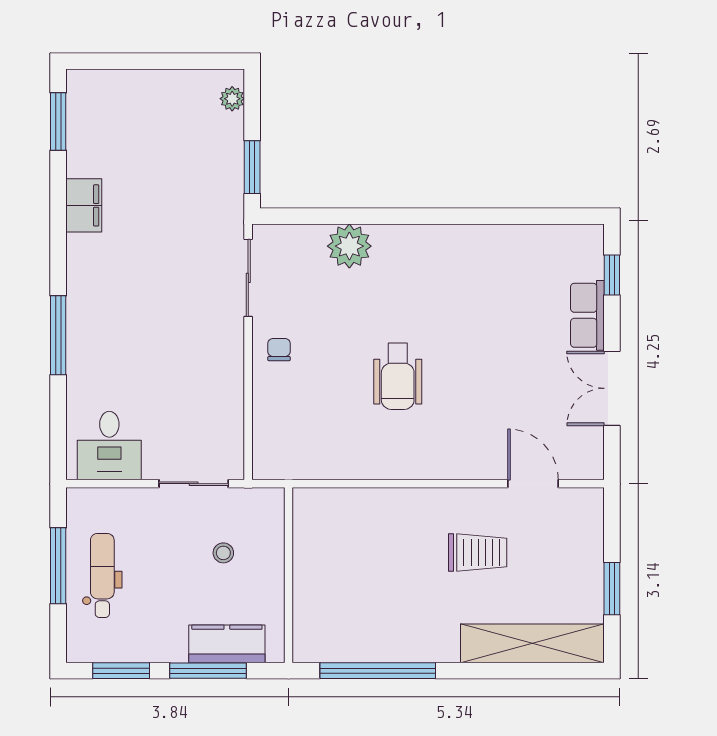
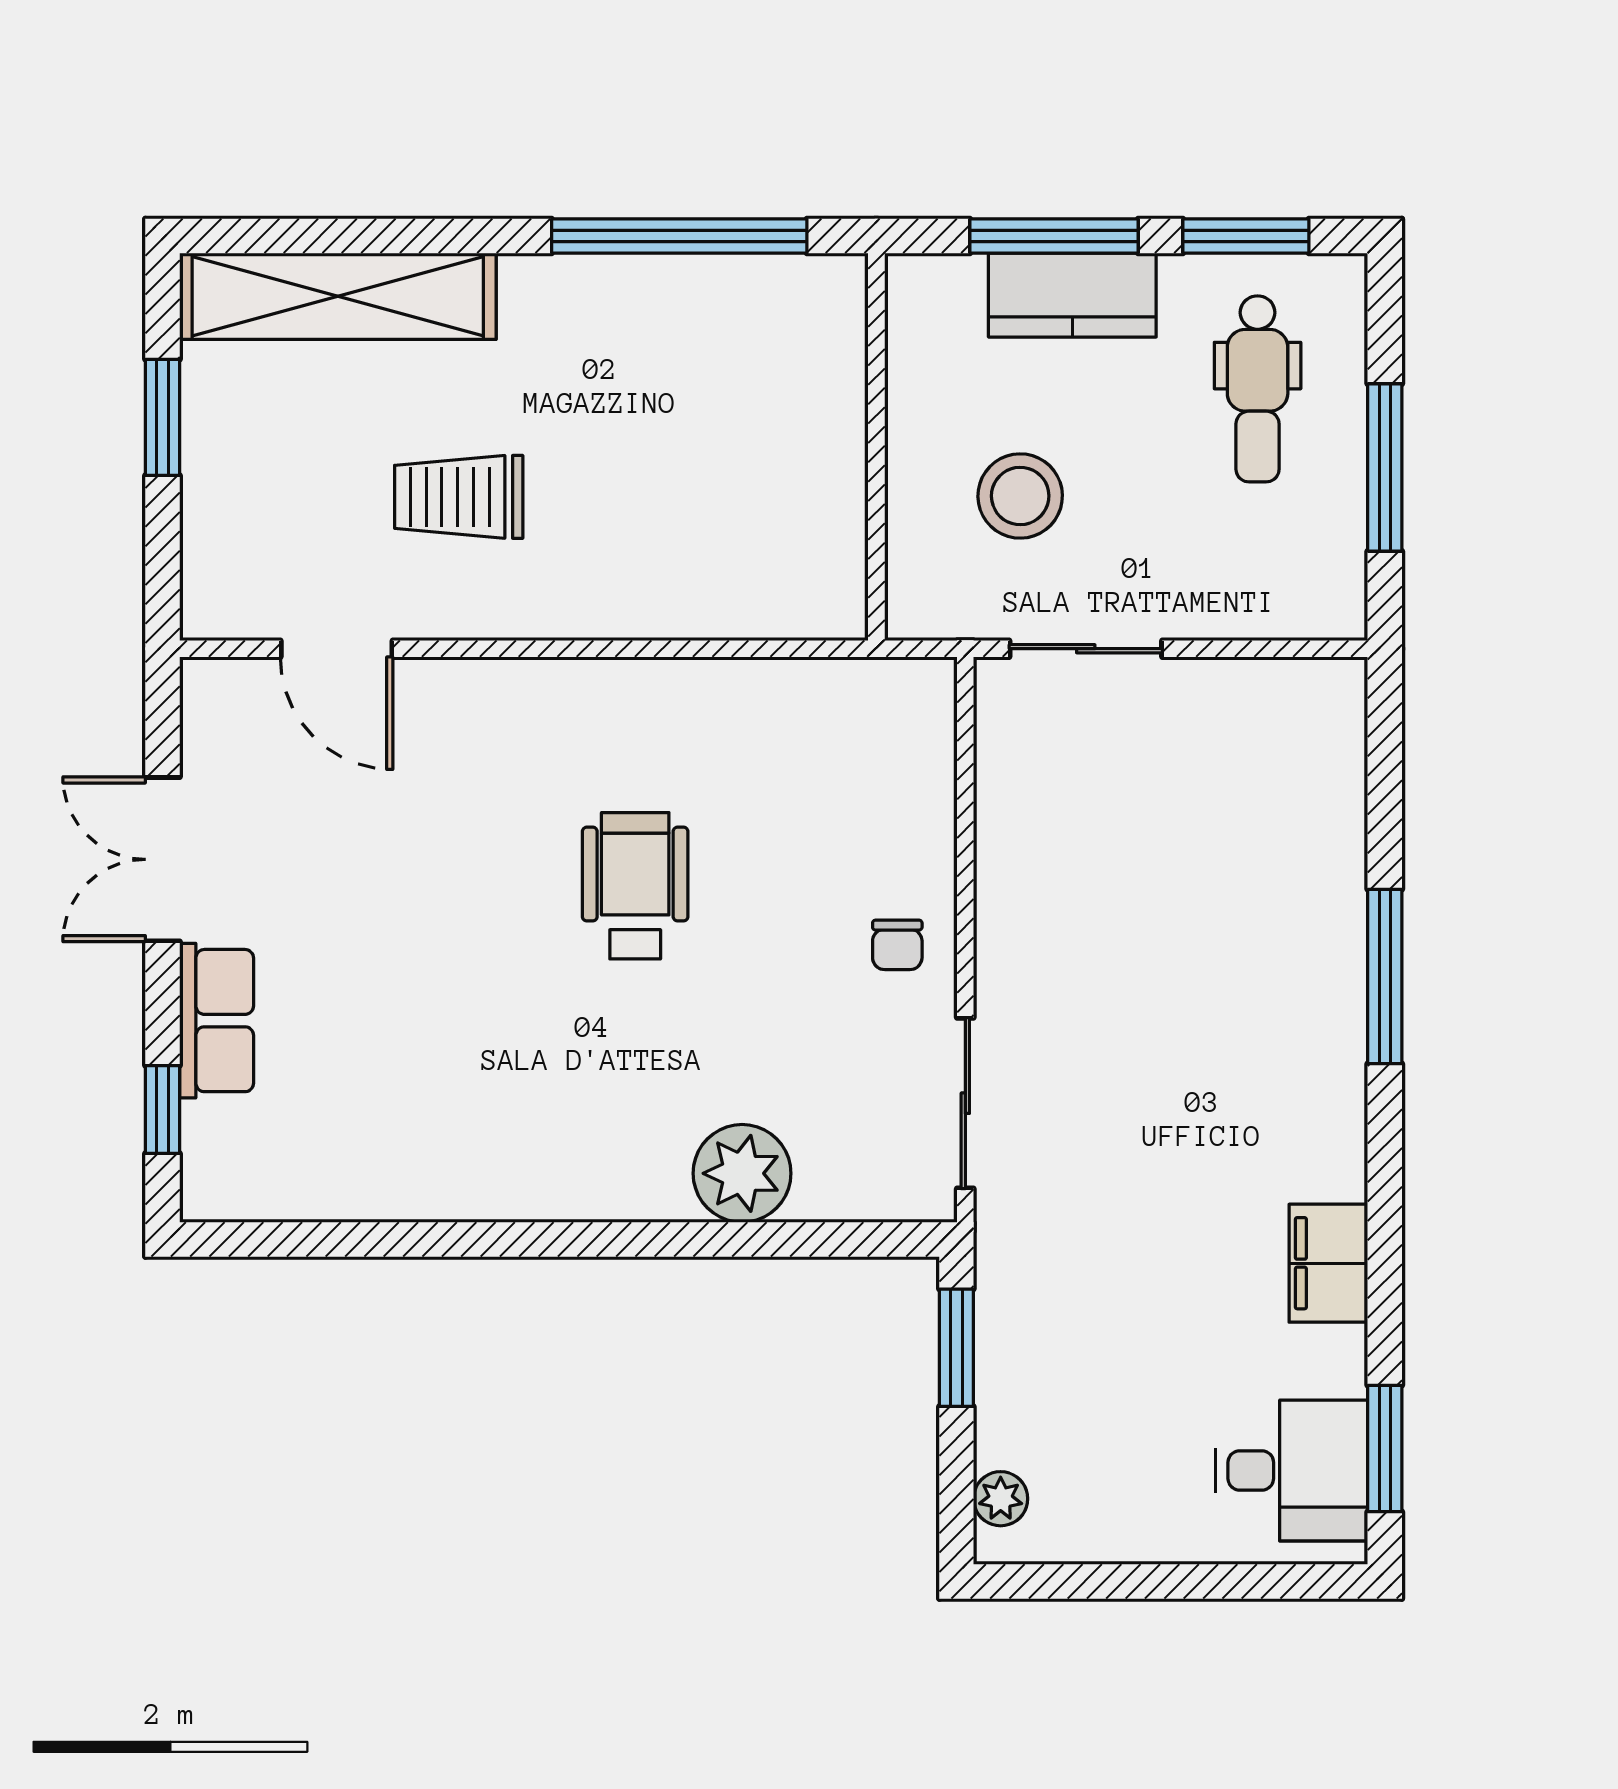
double door: (612, 388) -> (162, 859), swing flipped
desk: (109, 446) -> (1292, 1470), moved, turned 90
stool: (223, 553) -> (1020, 496), width x1.89, depth x1.89
dental chair: (102, 575) -> (1258, 389), moved
kitchen counter: (227, 644) -> (1072, 295), moved

